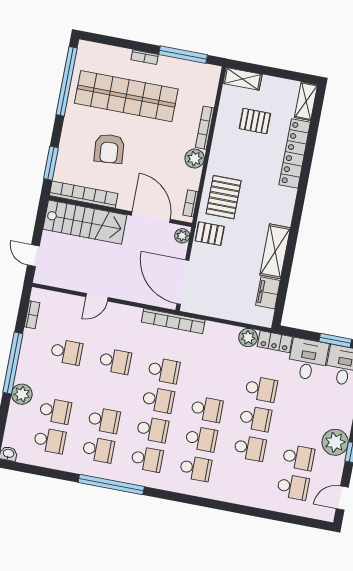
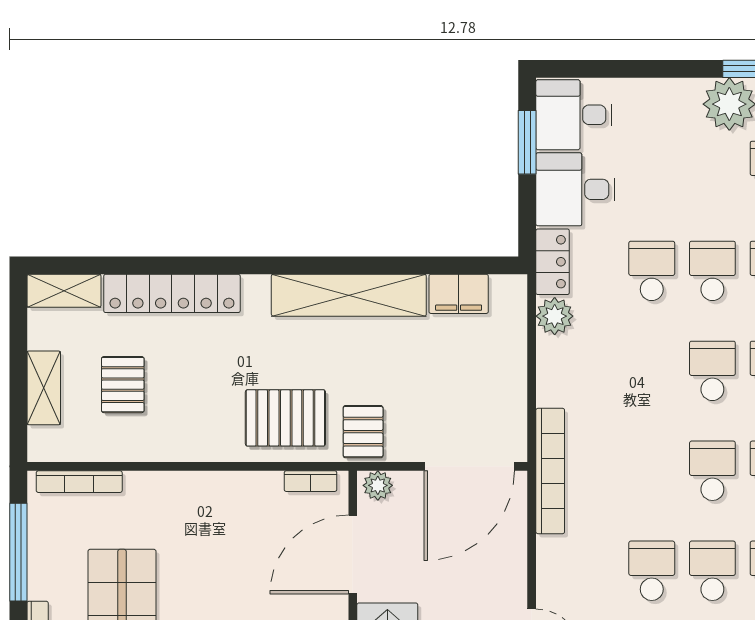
shelving: (242, 79) -> (44, 388), moved
bookcase: (205, 128) -> (79, 482), moved
plant: (195, 158) -> (220, 490), removed
shelving: (275, 251) -> (349, 295), width x1.47
school desk: (164, 370) -> (712, 571), moved

